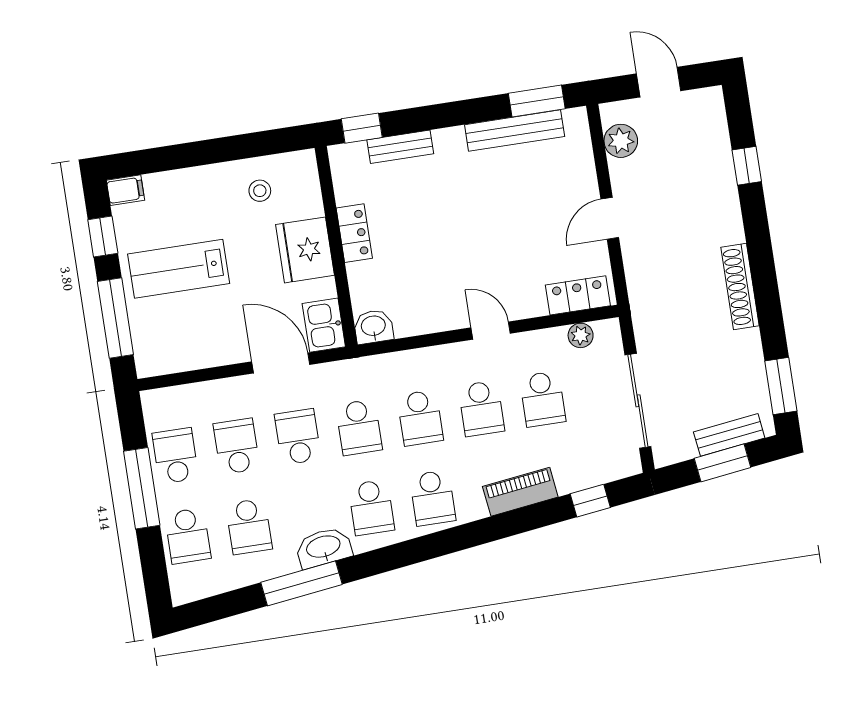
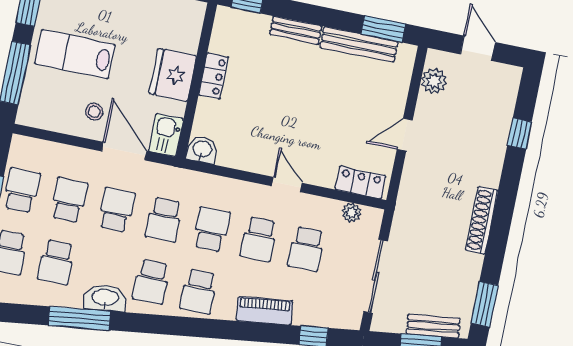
bench: (400, 147) -> (296, 30), moved
stool: (260, 191) -> (94, 112), moved
school desk: (420, 418) -> (211, 229), turned 180

